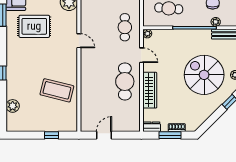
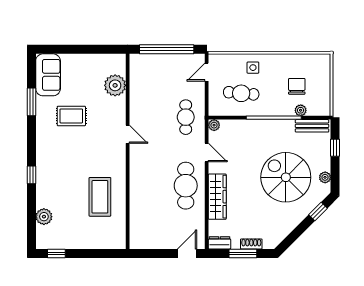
rug: (34, 26) -> (71, 116), width x0.73, depth x0.70
coffee table: (57, 90) -> (100, 197), turned 76
window: (51, 135) -> (56, 253), moved
door: (104, 135) -> (187, 253), moved

